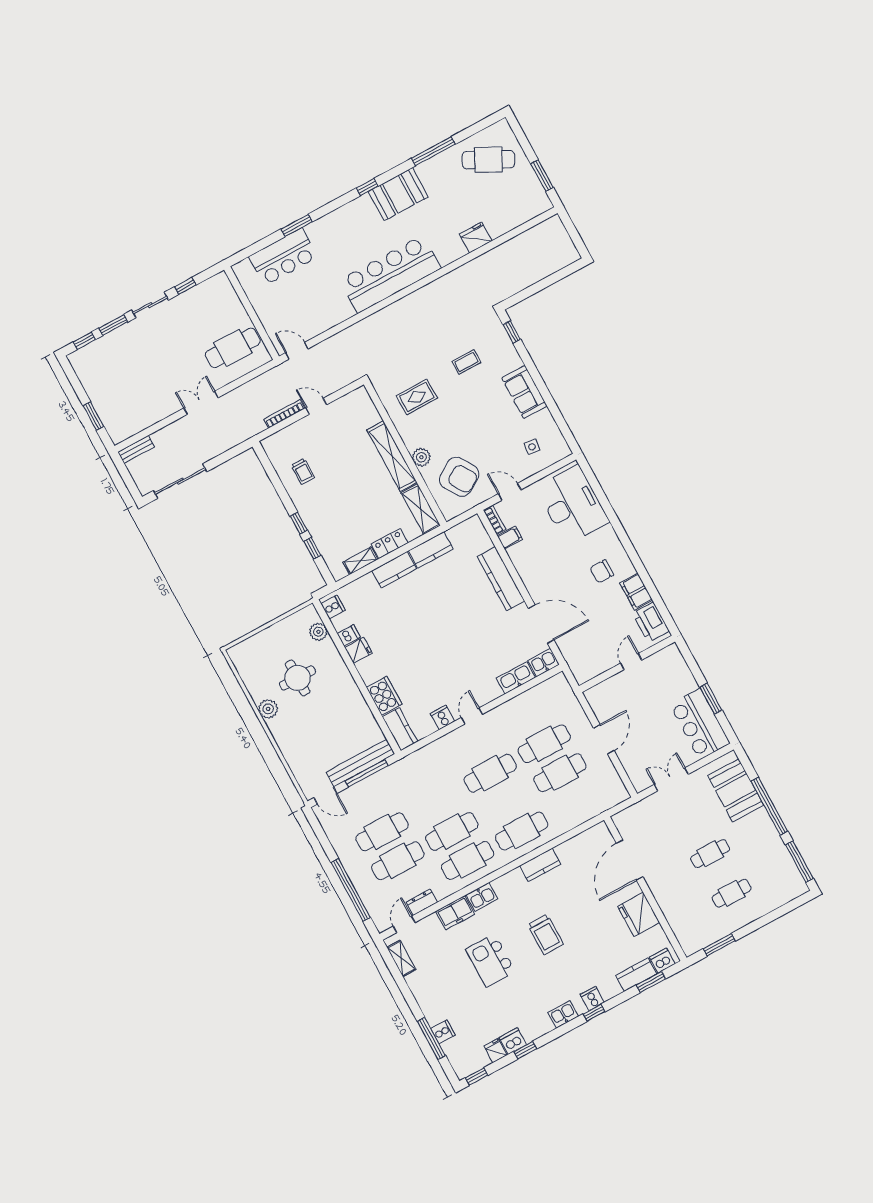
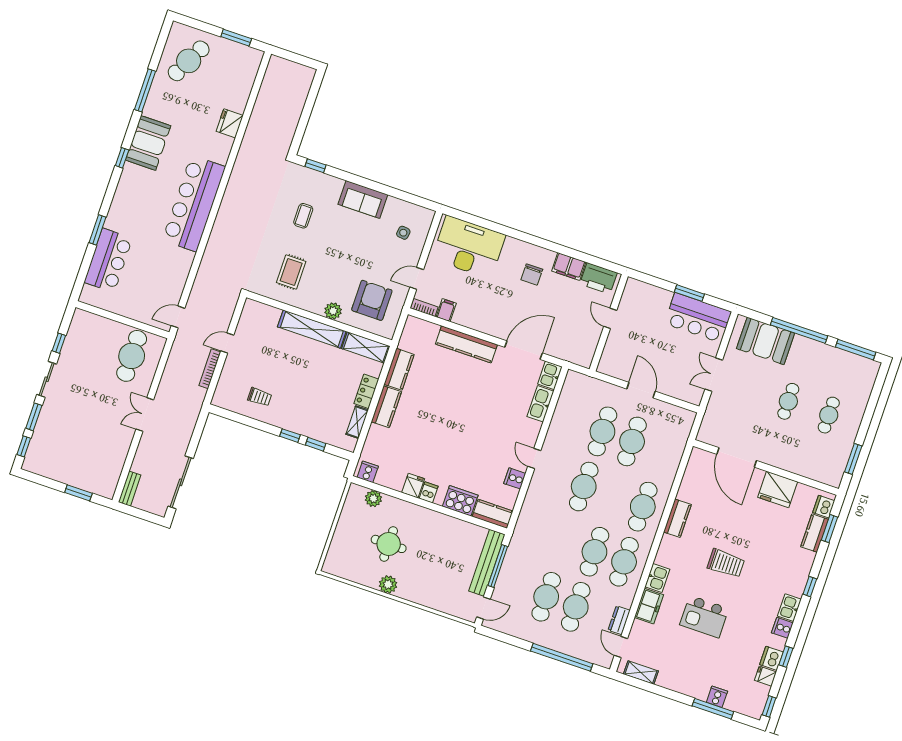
armchair: (459, 477) -> (372, 300), turned -58
dishwasher: (349, 635) -> (429, 492), moved
cooker: (592, 999) -> (782, 628), moved

